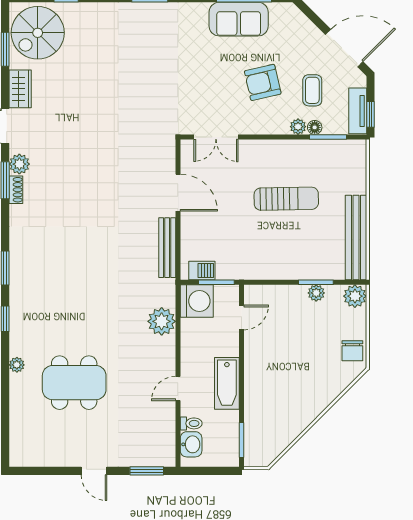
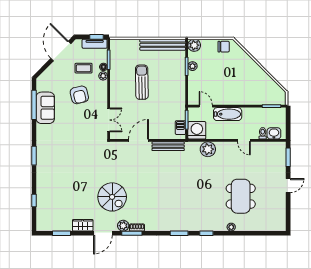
spiral stairs: (38, 33) -> (112, 197), moved
bathtub: (227, 383) -> (228, 114), moved

